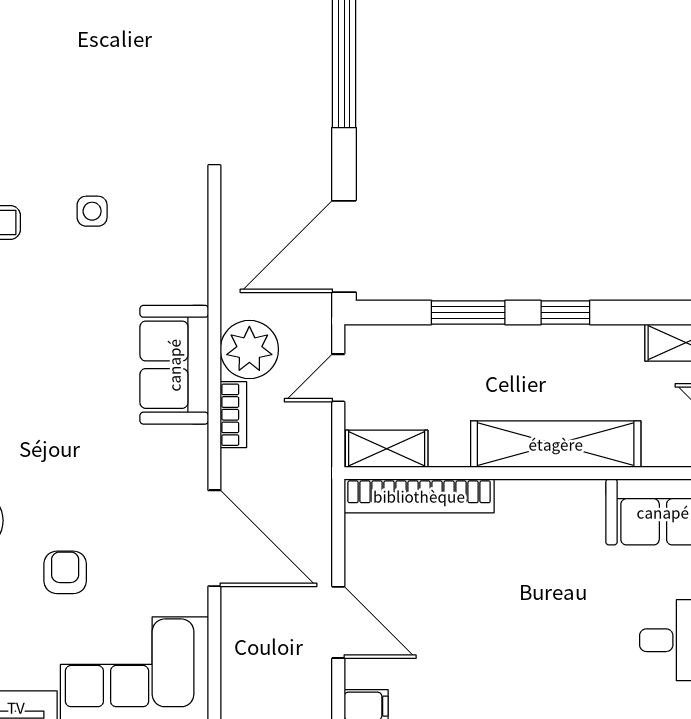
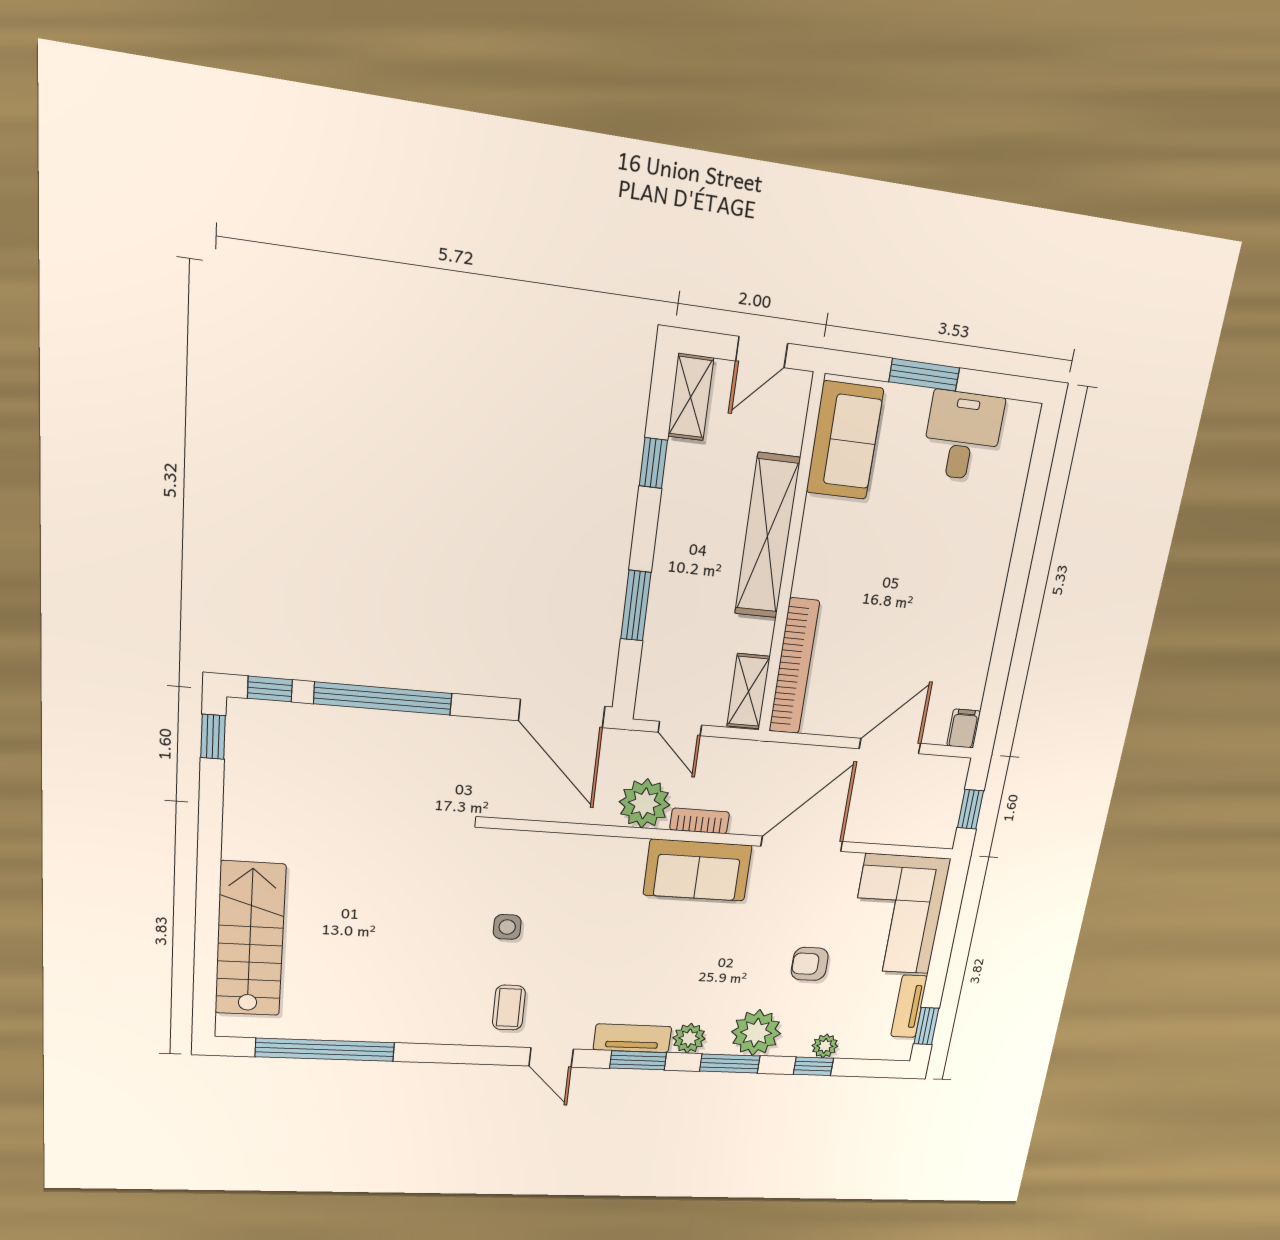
window: (565, 312) -> (653, 463), moved
sofa: (174, 365) -> (698, 870), moved

